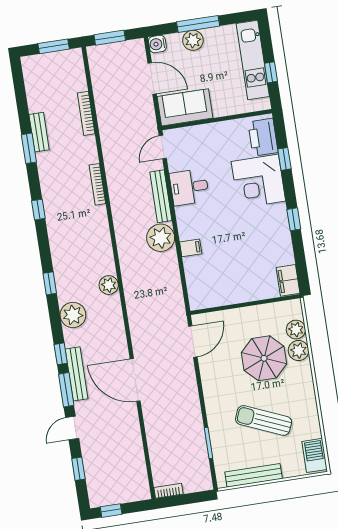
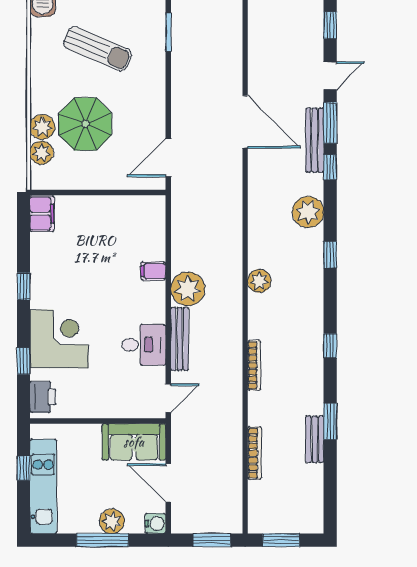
printer: (263, 137) -> (43, 397), width x0.73, depth x0.84
plant: (109, 285) -> (259, 281), moved

